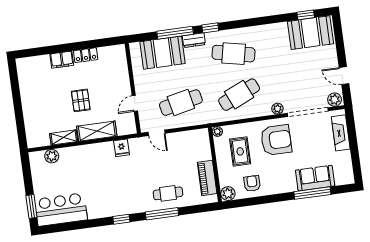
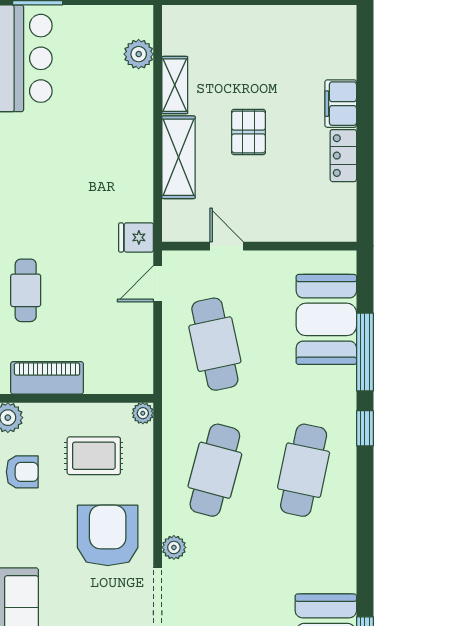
dresser: (194, 40) -> (343, 390), removed
cafe table: (239, 95) -> (215, 470), turned 39
pallet: (81, 100) -> (249, 132), turned 90
armchair: (276, 140) -> (108, 535), turned 180
fridge: (122, 148) -> (136, 237), moved

